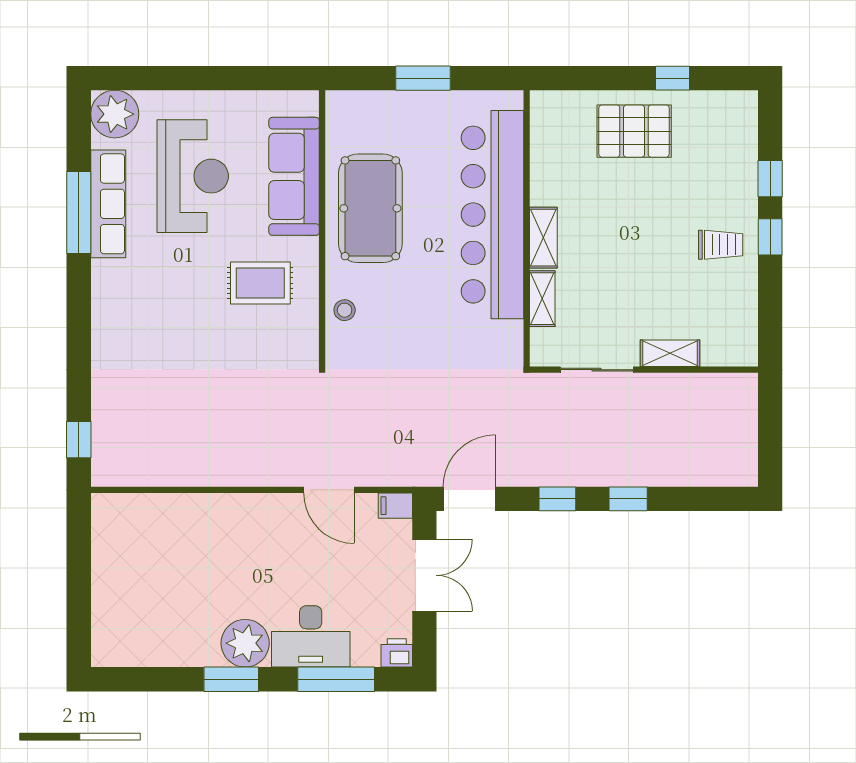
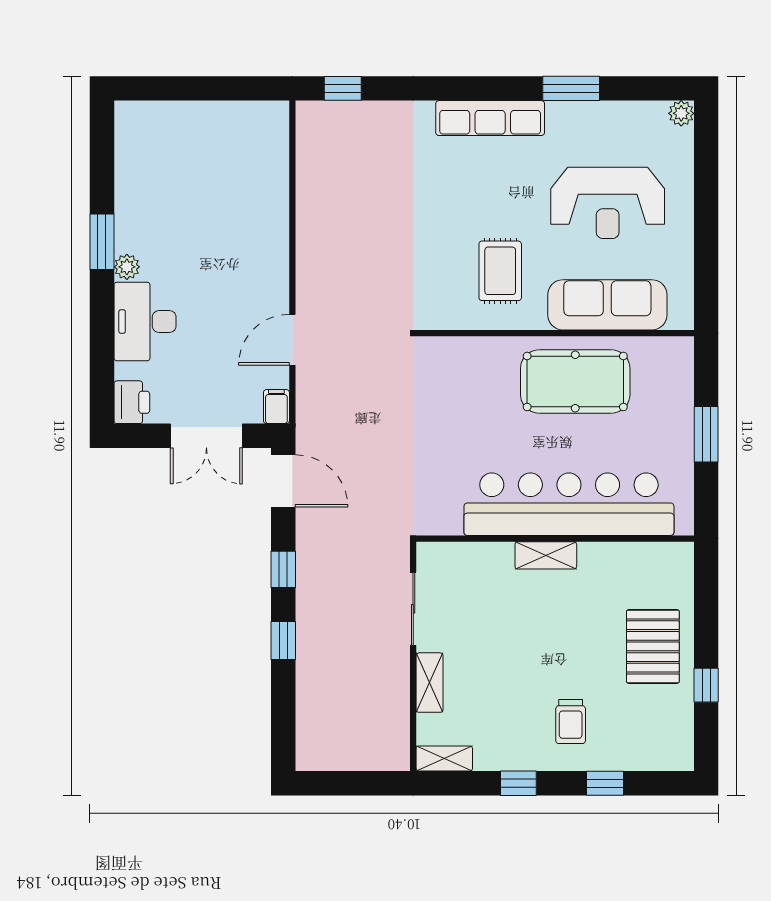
plant: (115, 114) -> (681, 113), width x0.53, depth x0.53
row of seats: (108, 204) -> (490, 118), moved
window: (79, 212) -> (571, 88), width x0.69
window: (770, 237) -> (518, 783), moved
trolley: (721, 245) -> (571, 722), moved
shelving: (542, 299) -> (444, 758), moved
stool: (345, 310) -> (473, 356), removed
plant: (245, 643) -> (127, 267), width x0.53, depth x0.53
printer: (397, 653) -> (132, 402), width x1.36, depth x1.24
window: (336, 679) -> (102, 347), removed

